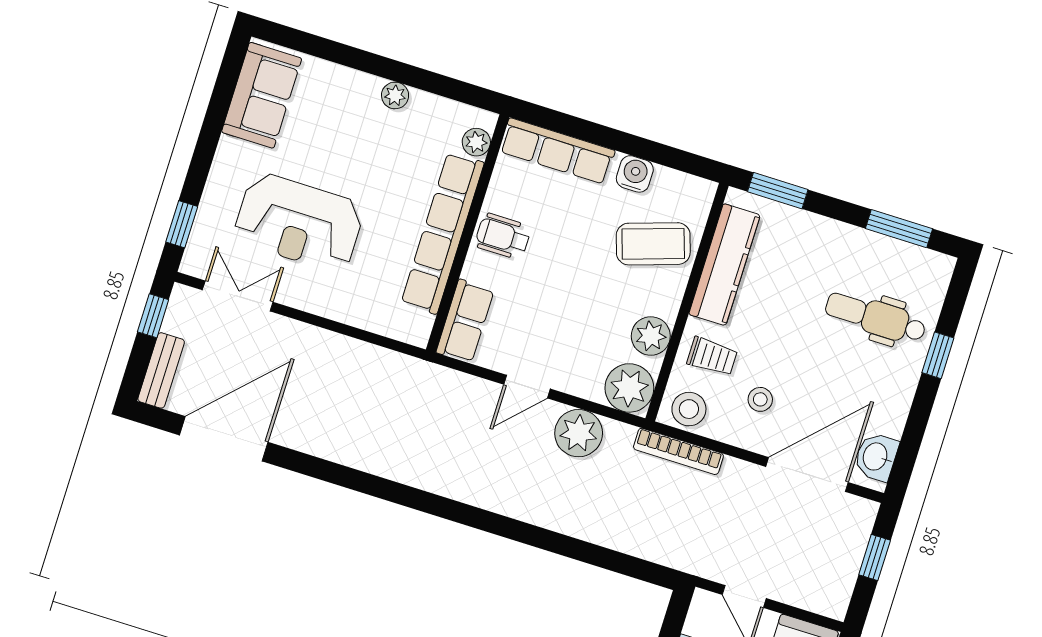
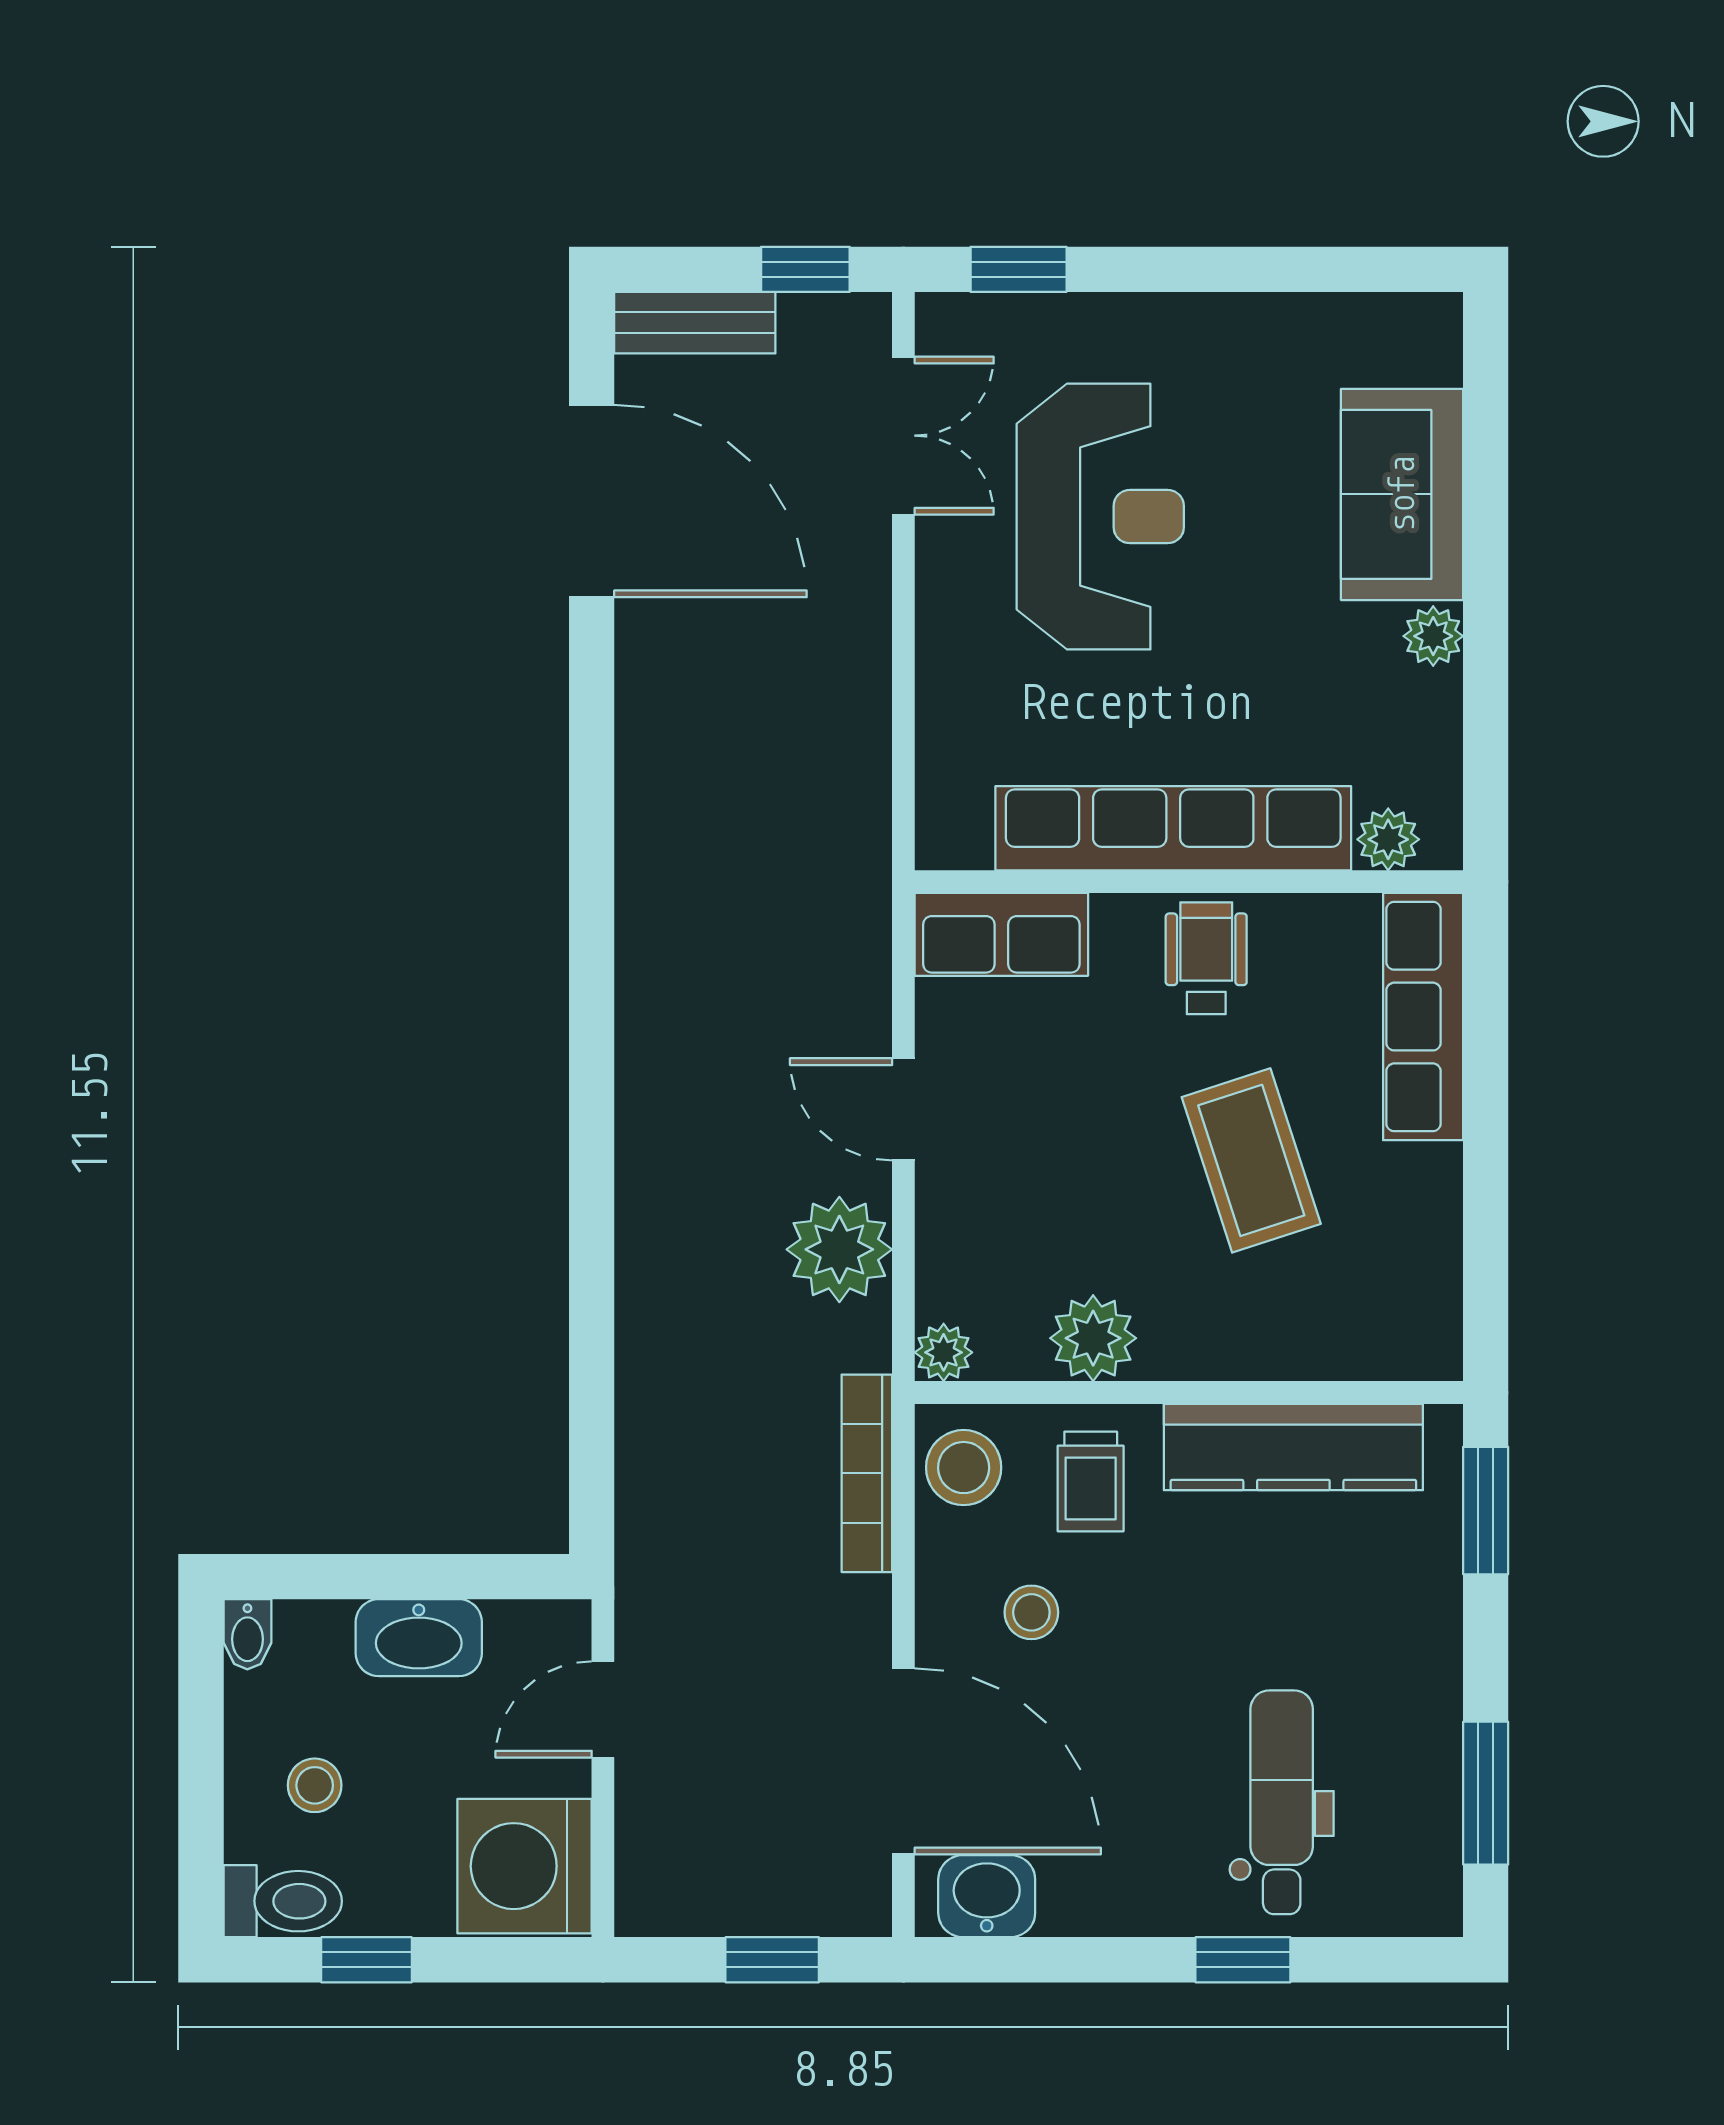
sofa: (262, 95) -> (1402, 494), moved, turned 90
water cooler: (635, 174) -> (1426, 1197), removed
reception desk: (299, 222) -> (1100, 517), turned 180
coffee table: (653, 244) -> (1251, 1160), moved
plant: (629, 388) -> (944, 1352), width x0.53, depth x0.53

